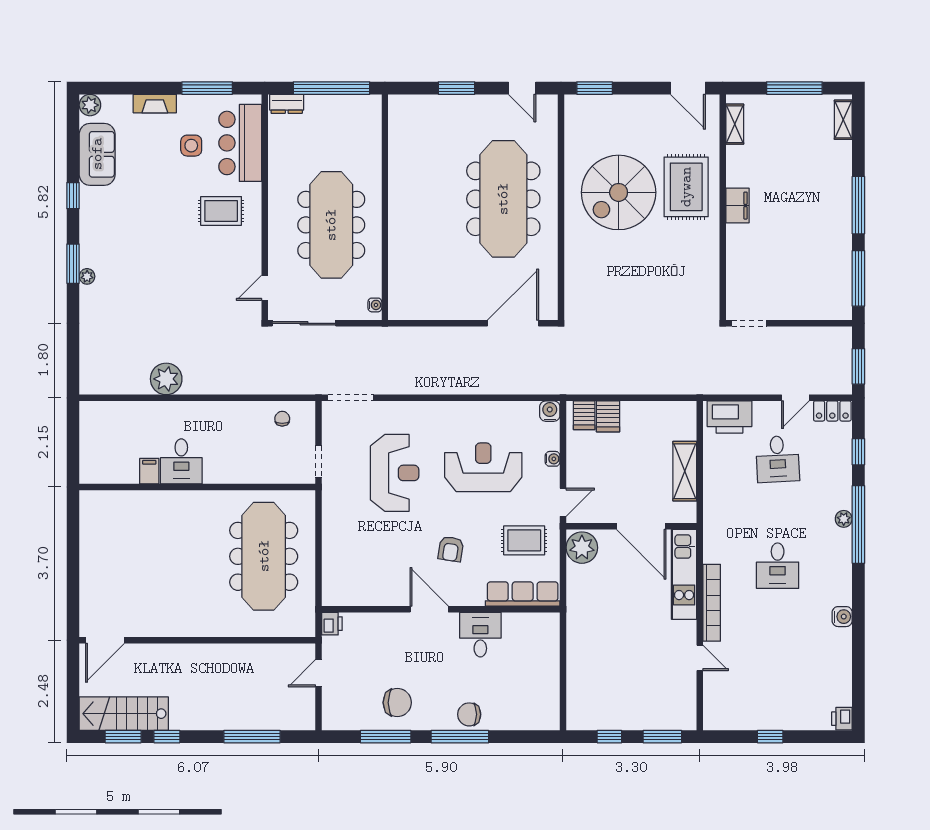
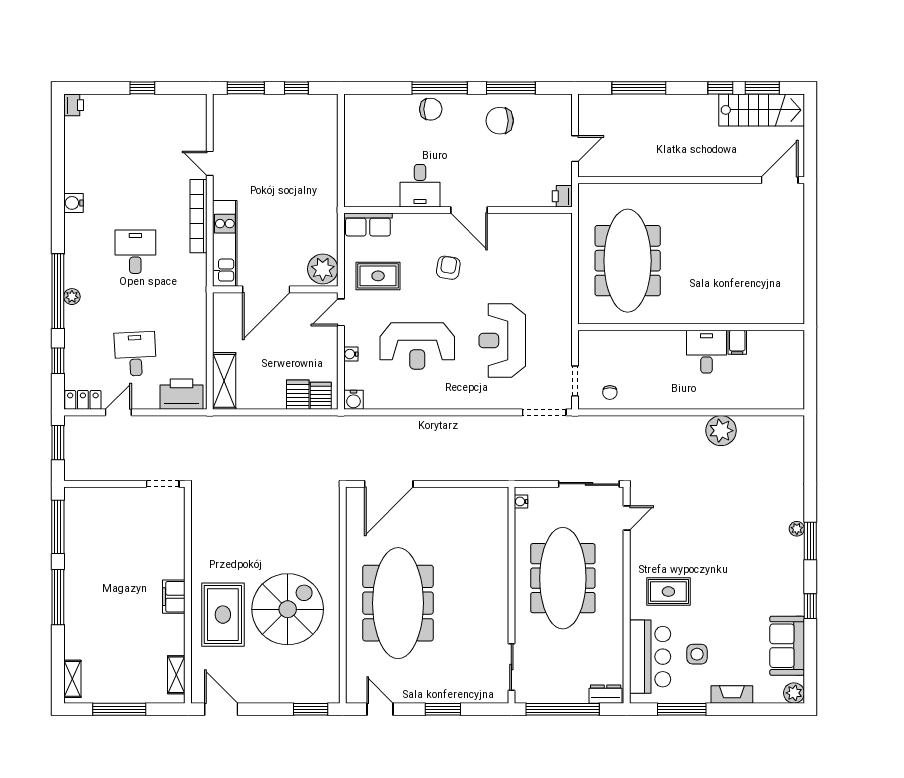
sliding door: (385, 132) -> (511, 667), added
doorway: (319, 461) -> (575, 381), moved
shelving: (685, 471) -> (224, 381), moved
door: (641, 526) -> (266, 289), swing flipped
row of seats: (523, 594) -> (368, 225), width x0.68

